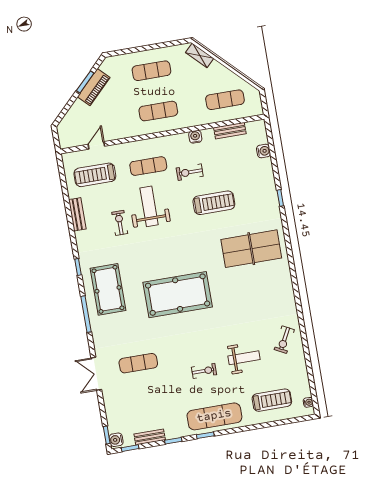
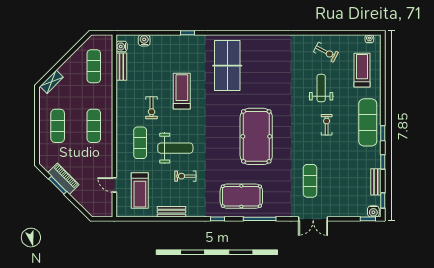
water cooler: (195, 137) -> (122, 46), moved
weight bench: (149, 206) -> (175, 148), turned 180
exercise bike: (284, 340) -> (326, 52), moved

